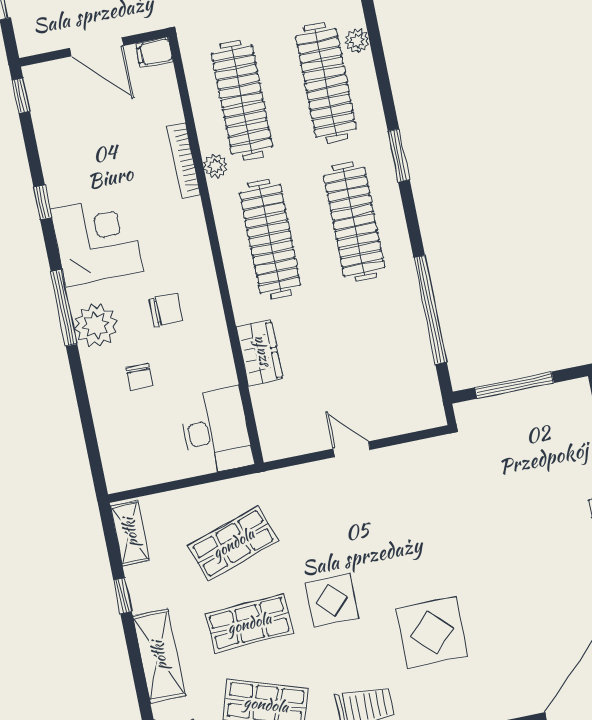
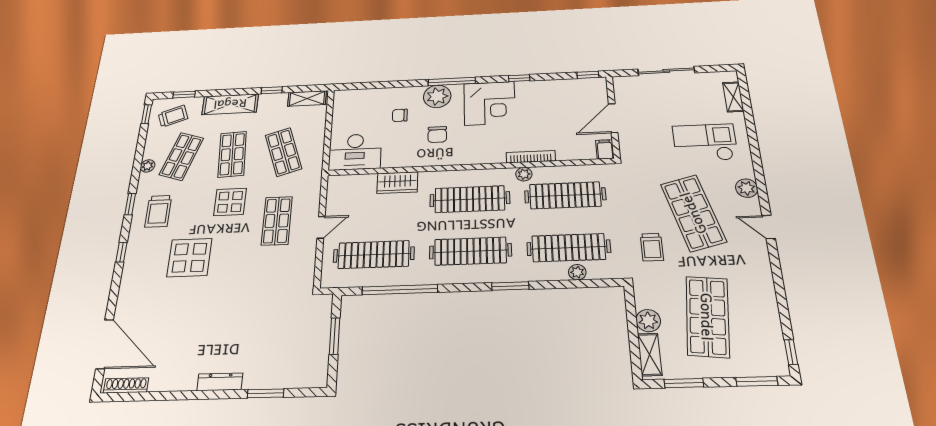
plant: (357, 41) -> (577, 272), moved
clothes rail: (382, 360) -> (374, 255), added
window: (514, 385) -> (335, 336), width x0.69
shop shelf: (352, 519) -> (277, 221), added

